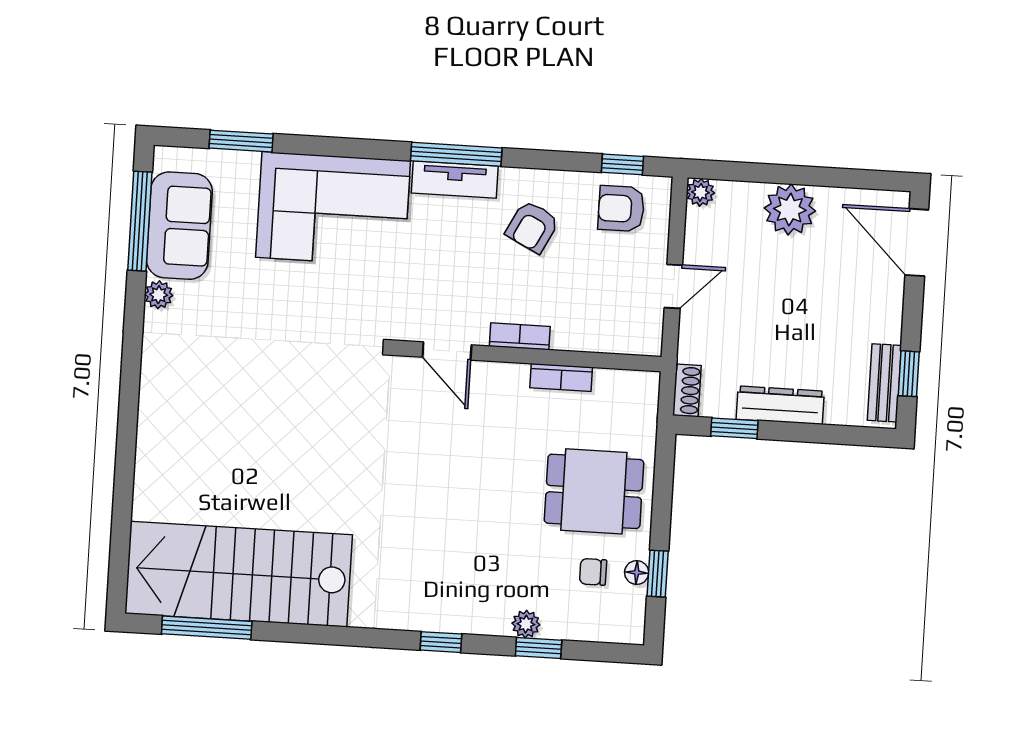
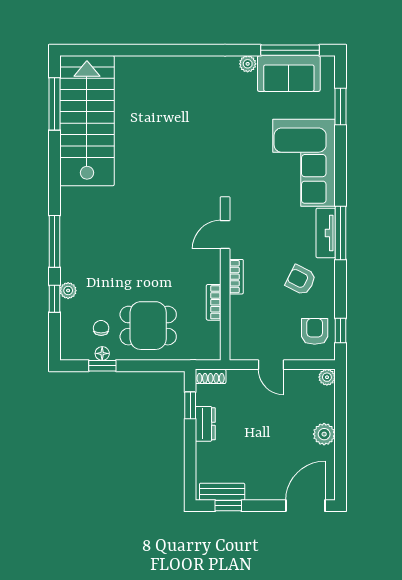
plant: (790, 209) -> (324, 434), width x0.73, depth x0.73
dresser: (780, 405) -> (205, 424), width x0.70
dining table: (594, 491) -> (148, 326), turned 90
window: (441, 642) -> (55, 241), width x2.17

